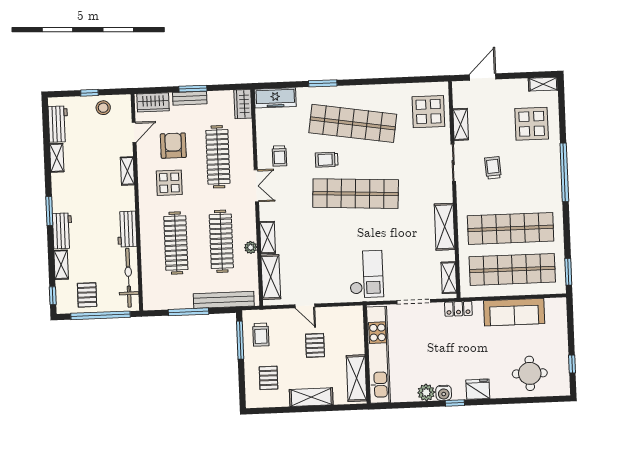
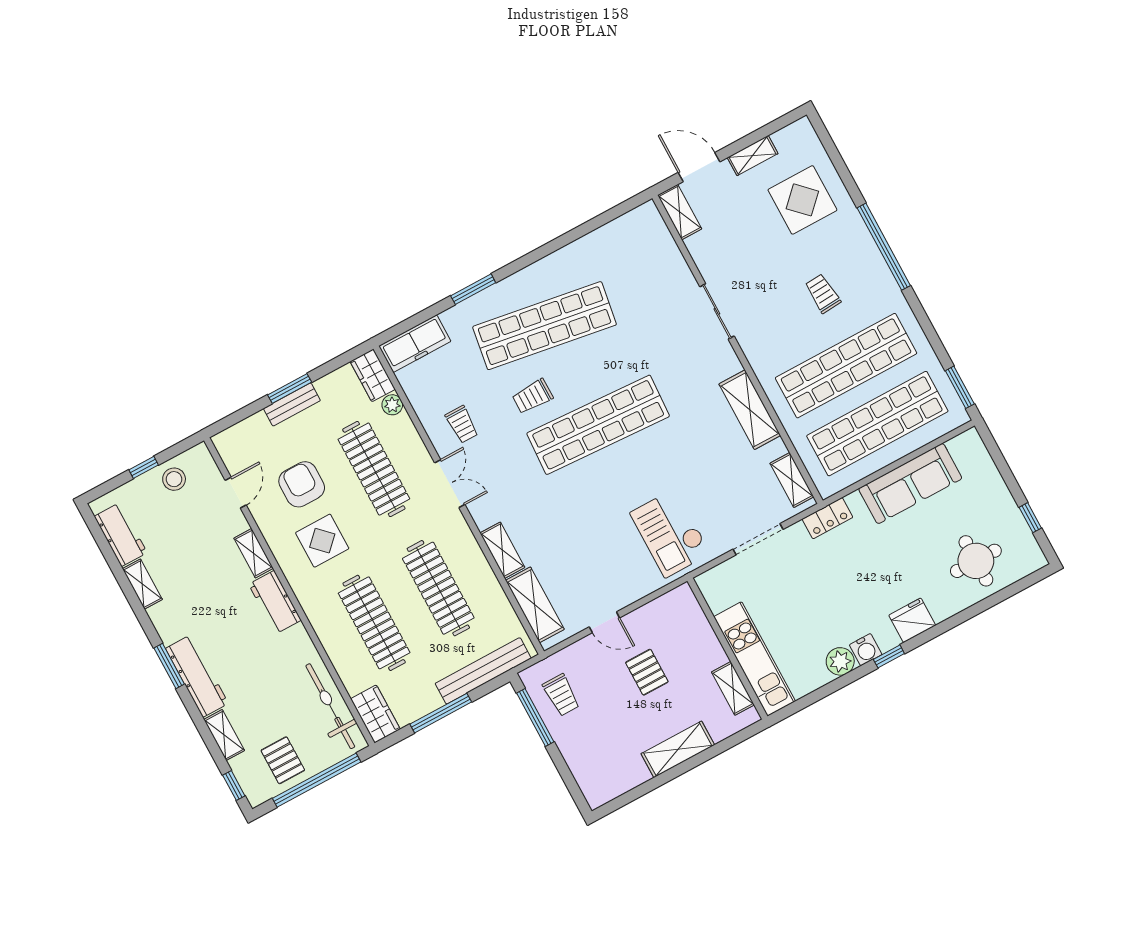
door: (483, 77) -> (699, 167), hinge flipped
shelving: (543, 84) -> (753, 156), moved
wardrobe: (153, 102) -> (375, 714), moved, turned -90
display table: (428, 112) -> (645, 255), removed
shelving: (461, 124) -> (680, 212), moved
trolley: (493, 168) -> (823, 294), moved
workbench: (127, 229) -> (275, 602), moved
workbench: (62, 231) -> (197, 676), width x1.37
plant: (251, 247) -> (392, 405), moved
checkout: (366, 274) -> (670, 533), turned 180
kitchen unit: (378, 355) -> (755, 659), width x0.73
pallet: (269, 378) -> (603, 752), removed
shelving: (356, 378) -> (733, 688), width x0.67, depth x0.75

